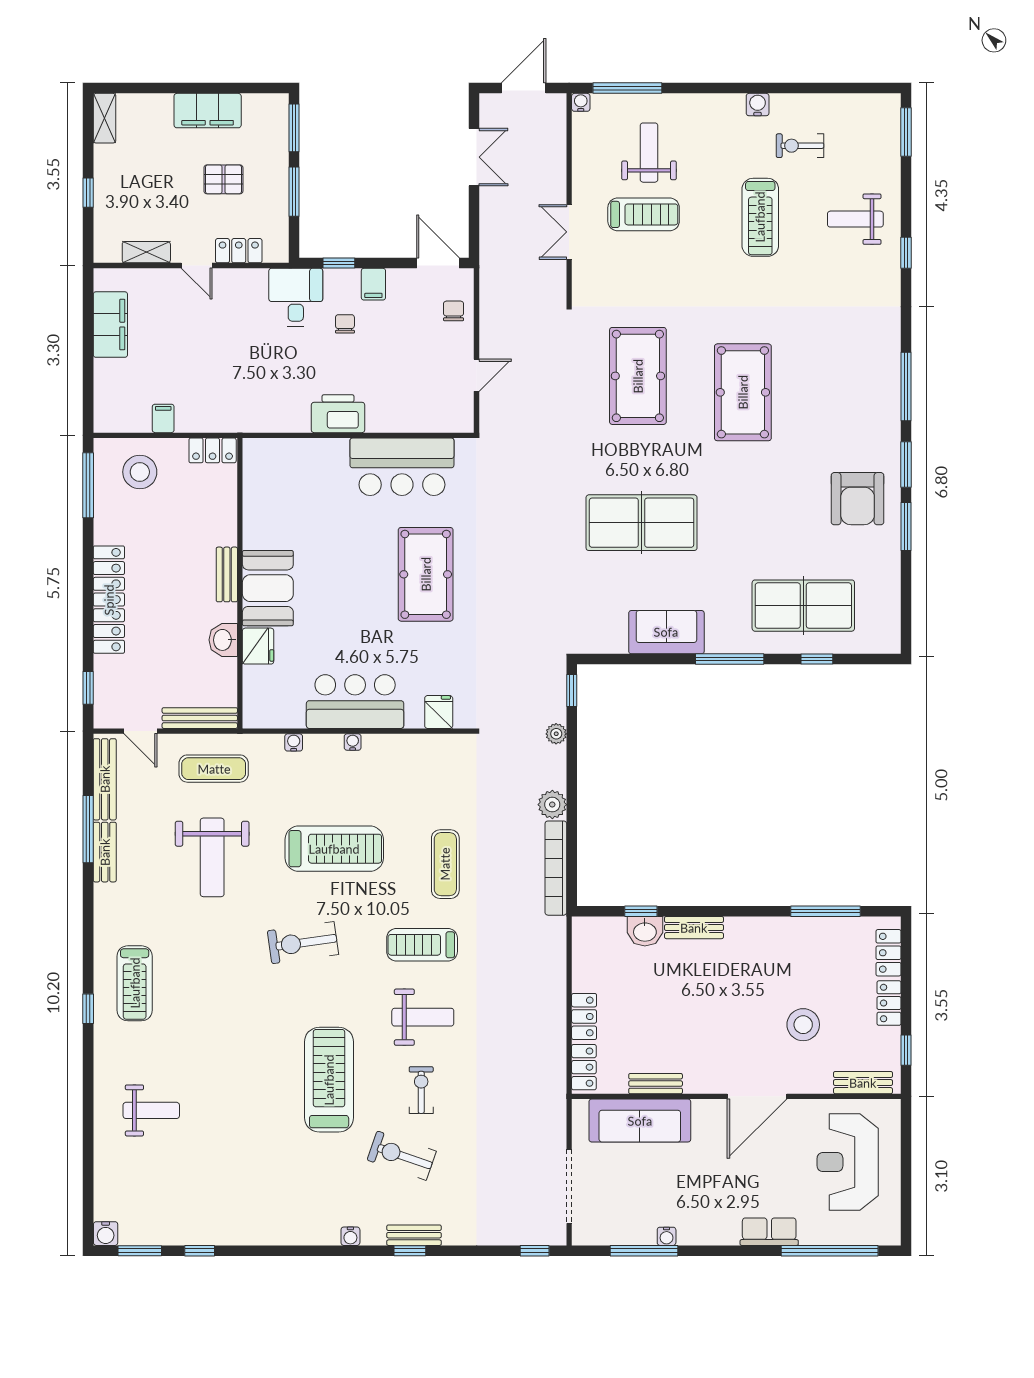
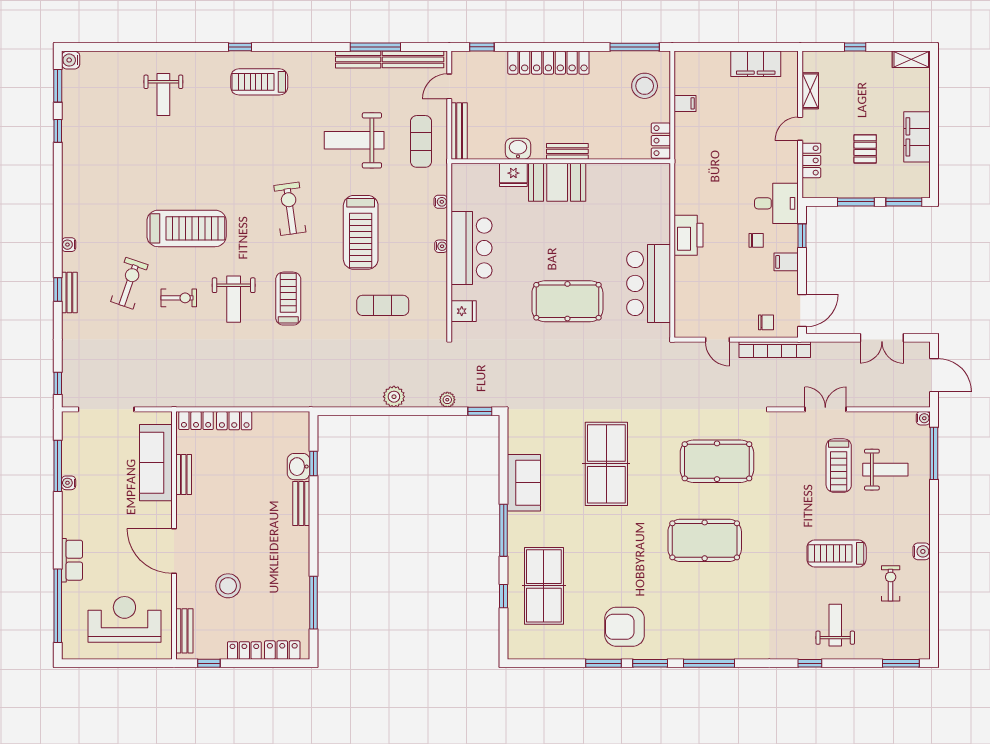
exercise mat: (445, 864) -> (383, 305), moved
bookcase: (556, 868) -> (775, 350), moved, turned 180

